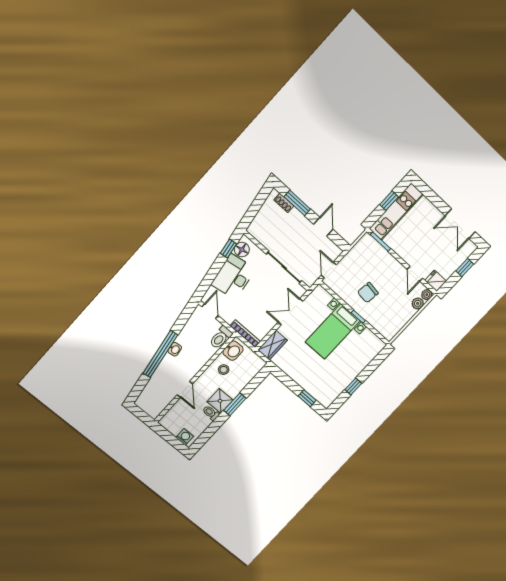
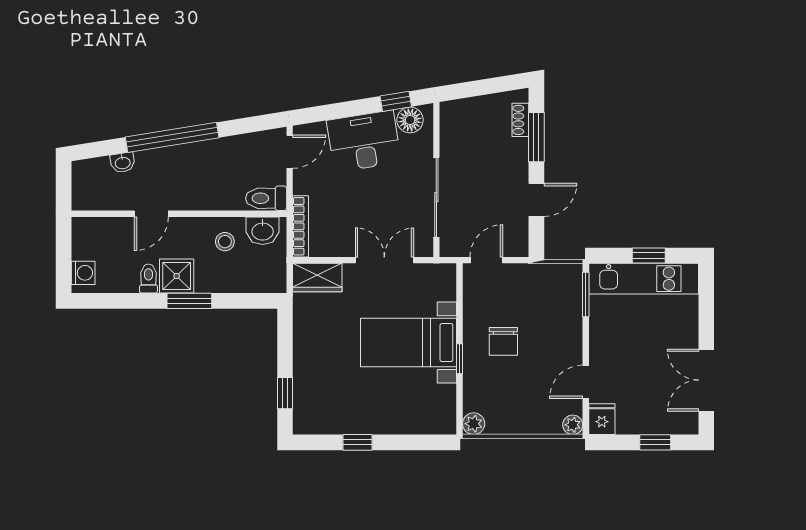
chair: (368, 293) -> (503, 341), turned -98
plant: (418, 303) -> (474, 424), moved
washbasin: (175, 349) -> (123, 163), moved

